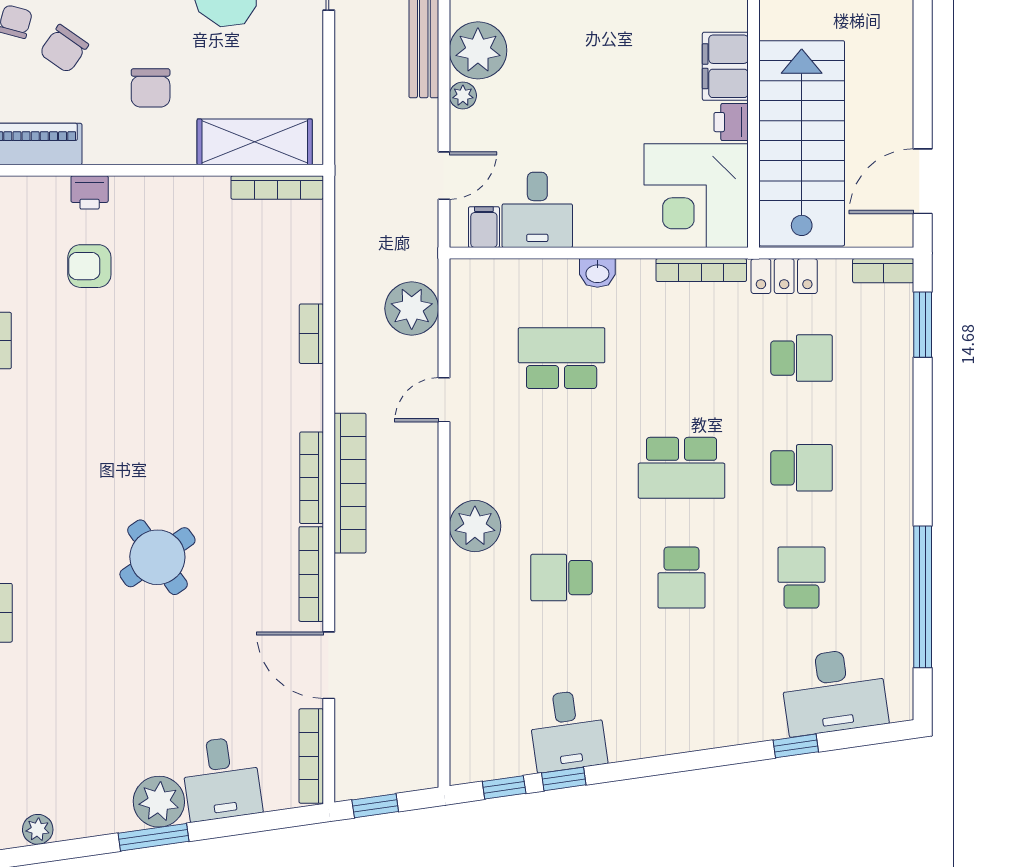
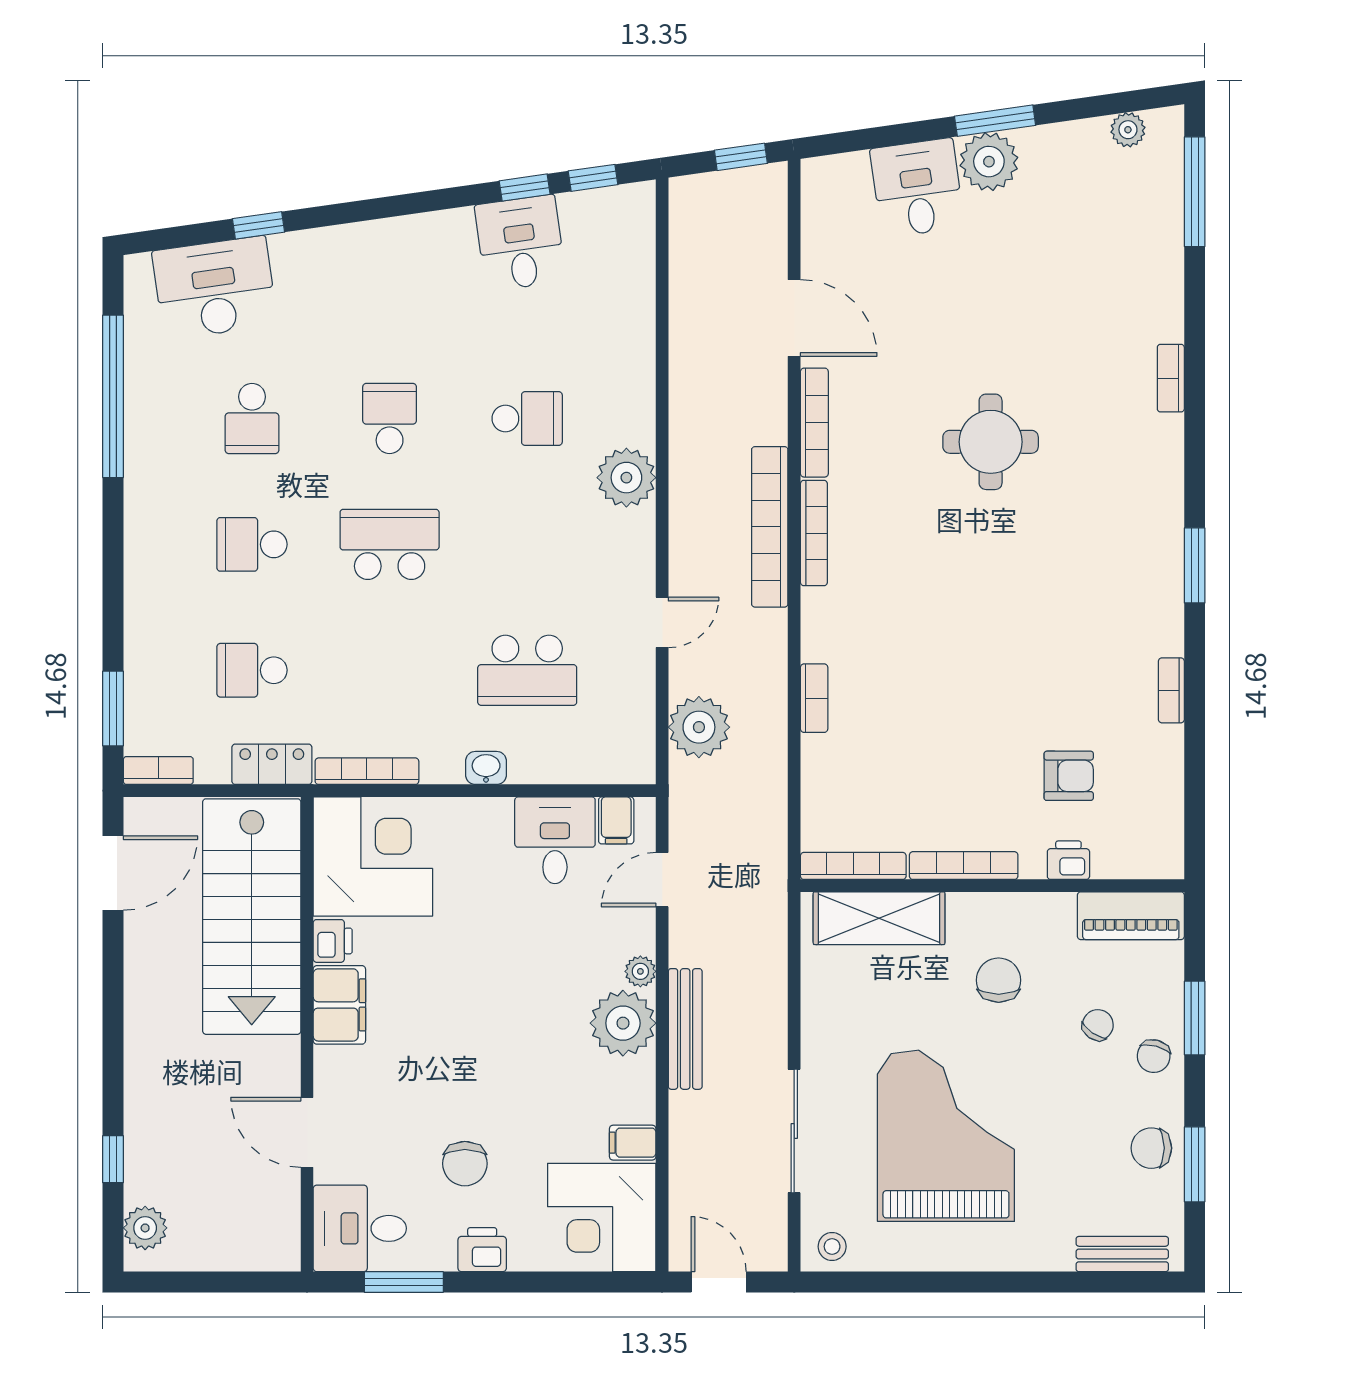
chair: (64, 49) -> (1098, 1025), width x0.73, depth x0.73
round table: (157, 557) -> (991, 442), turned 35
bookcase: (311, 756) -> (964, 866), moved, turned -90

